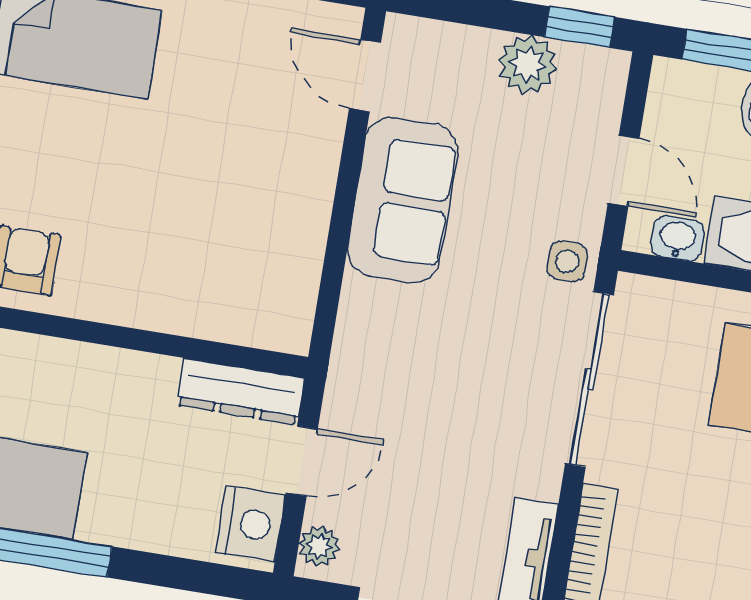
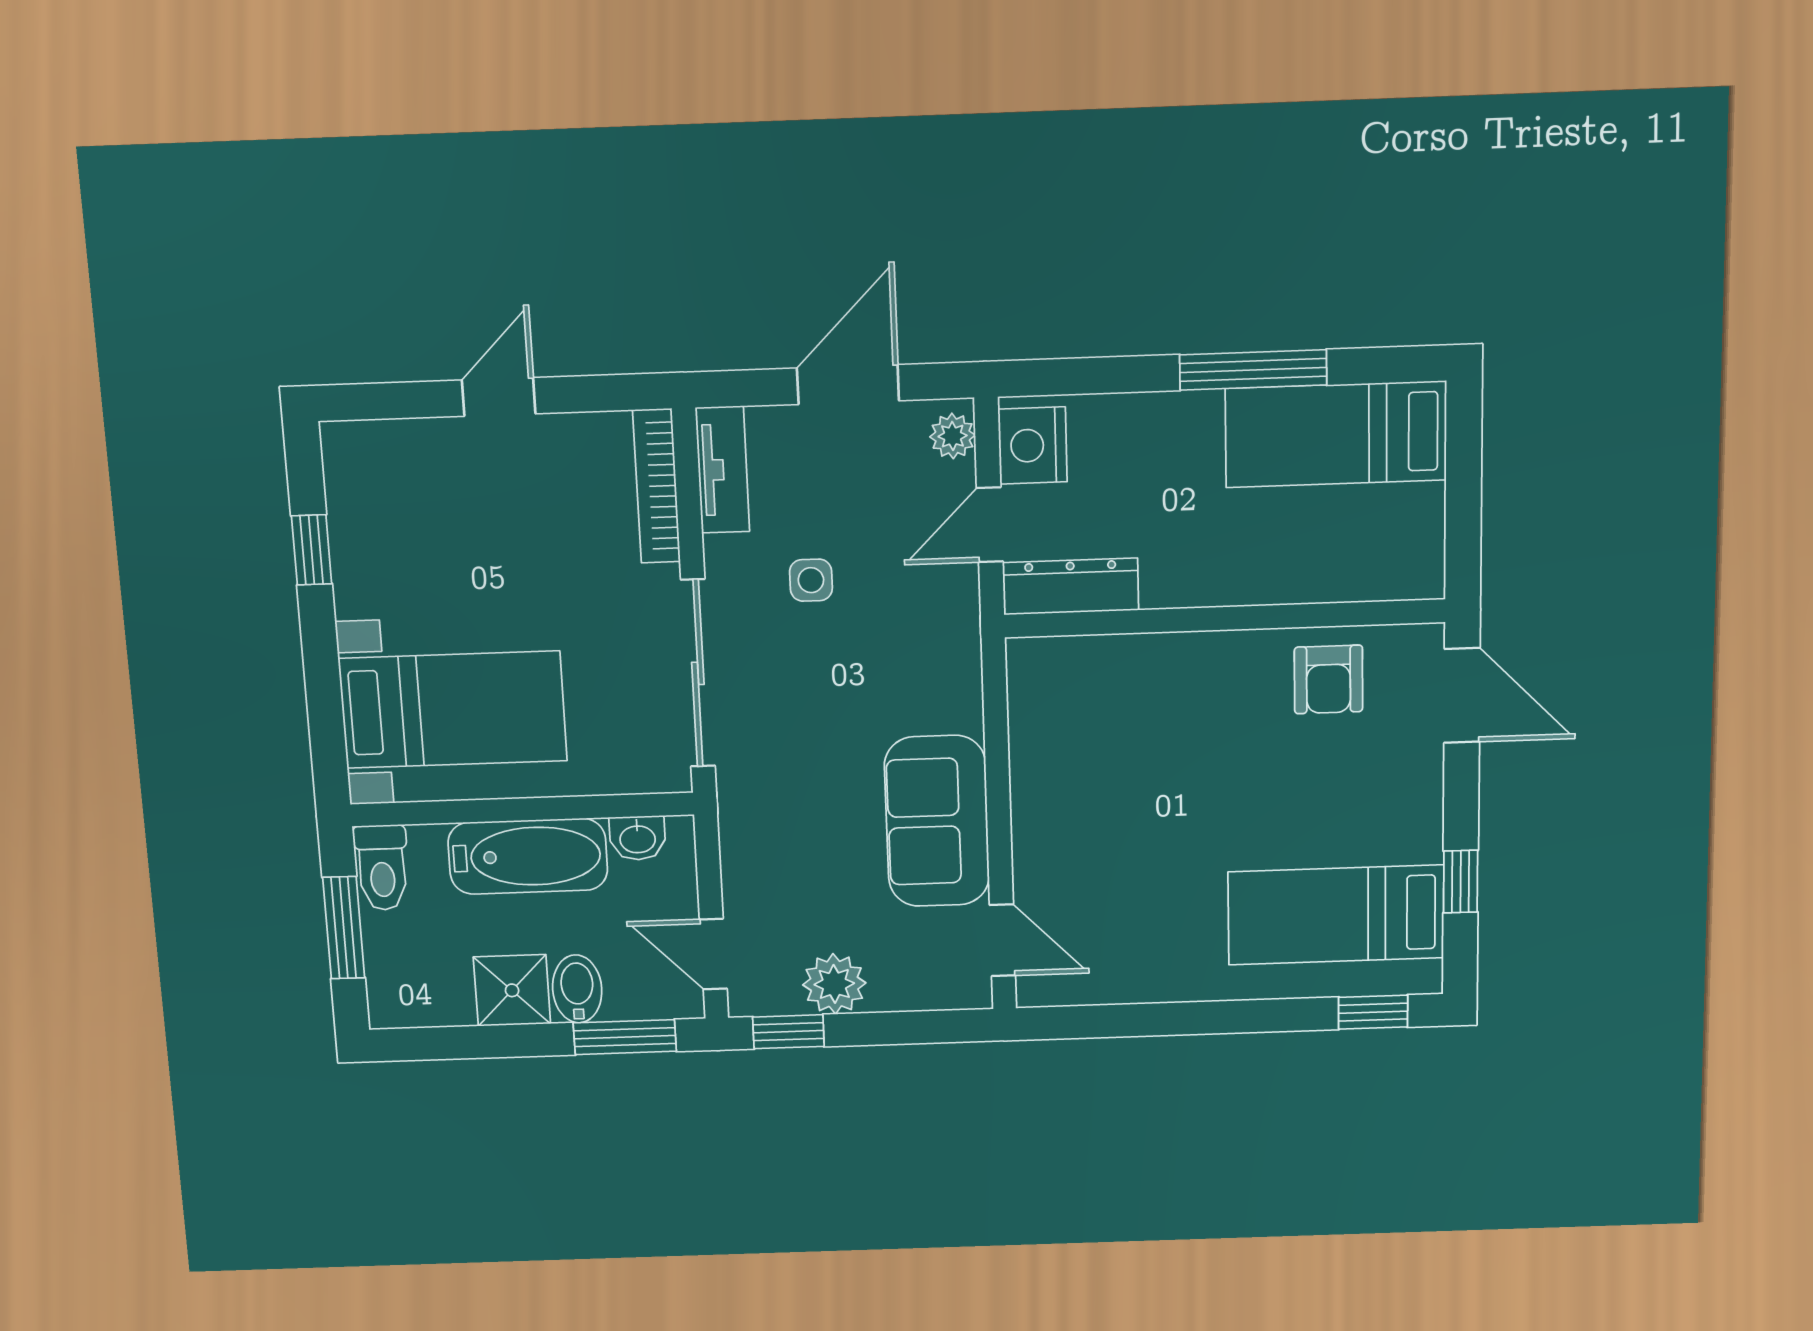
door: (624, 171) -> (713, 954), moved
side table: (567, 261) -> (811, 580), moved

